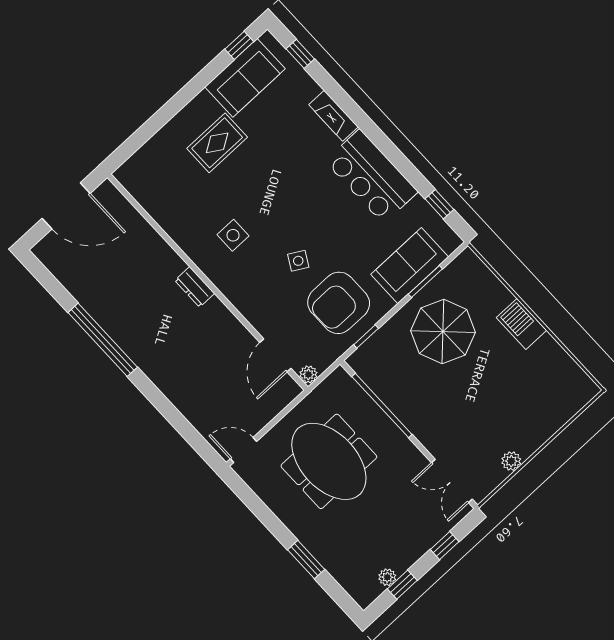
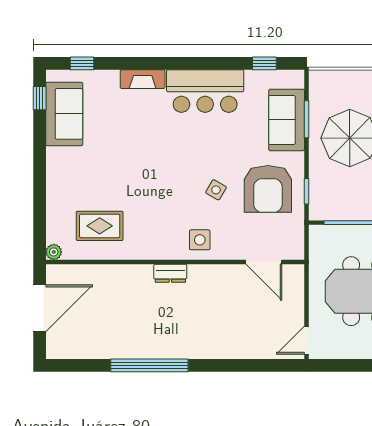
rug: (217, 143) -> (100, 226), moved, turned 90
side table: (233, 235) -> (200, 240), moved
plant: (308, 374) -> (54, 252), moved

